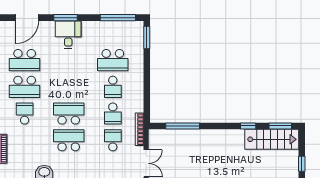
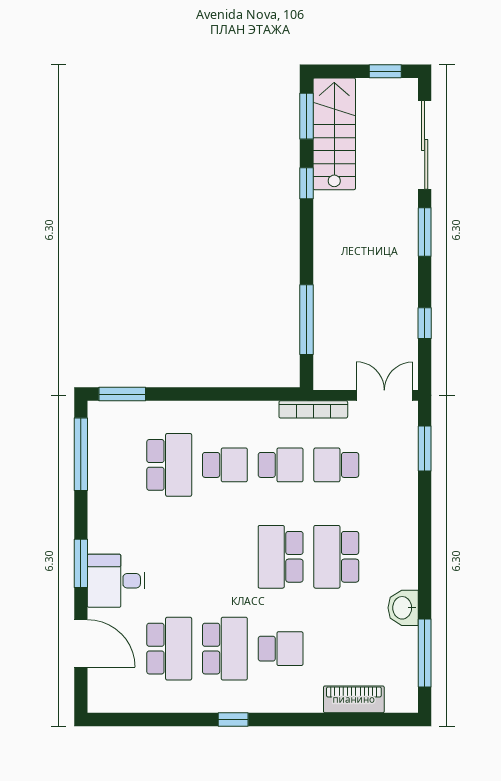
desk: (68, 35) -> (116, 581), moved
school desk: (25, 114) -> (281, 649), turned 180

